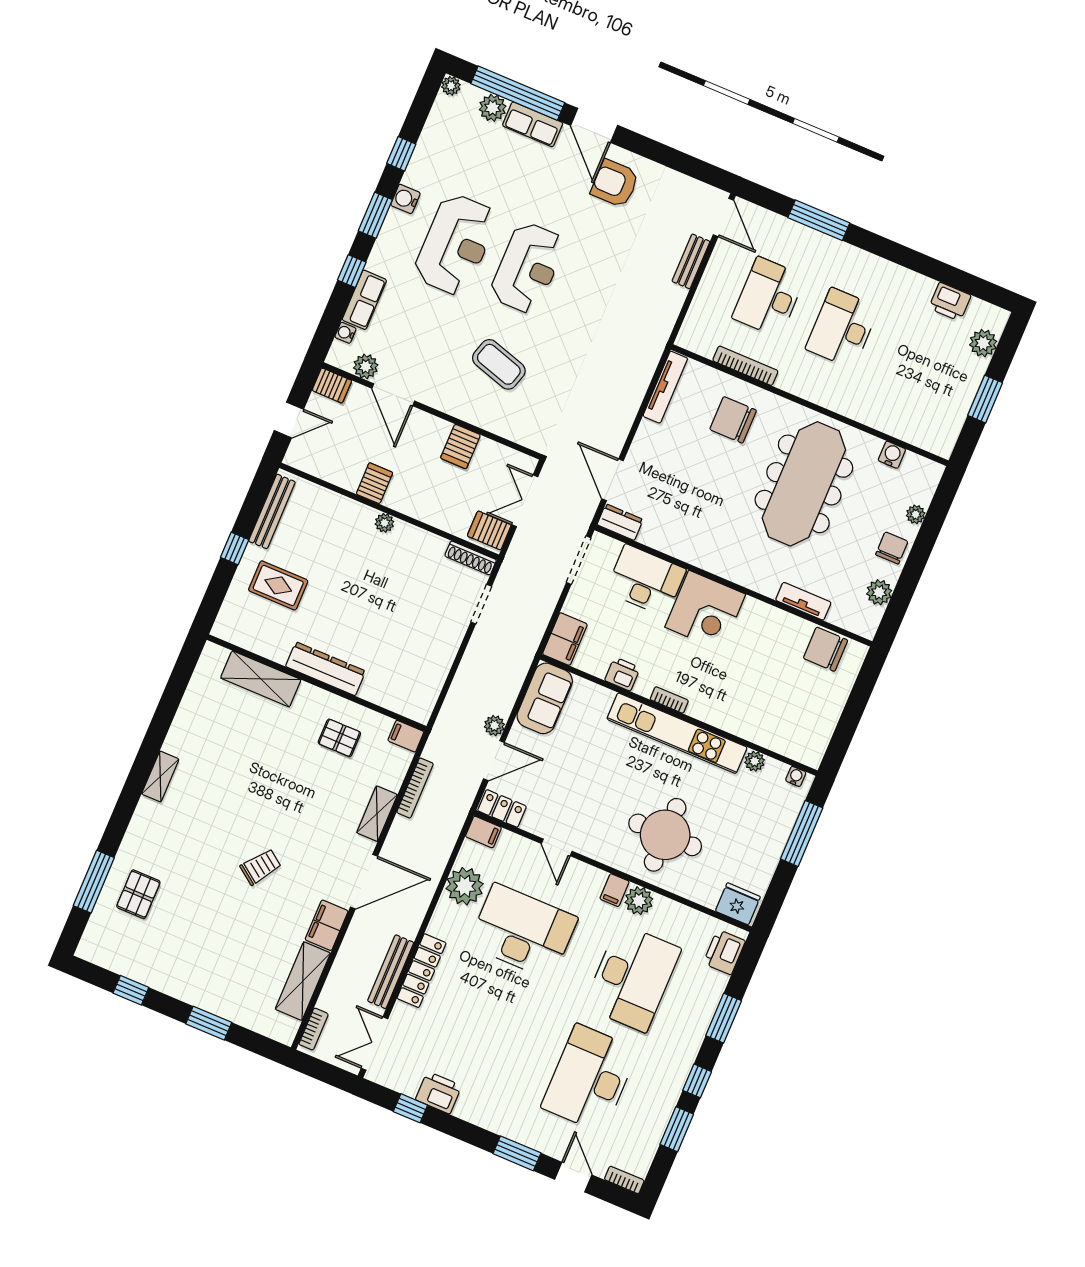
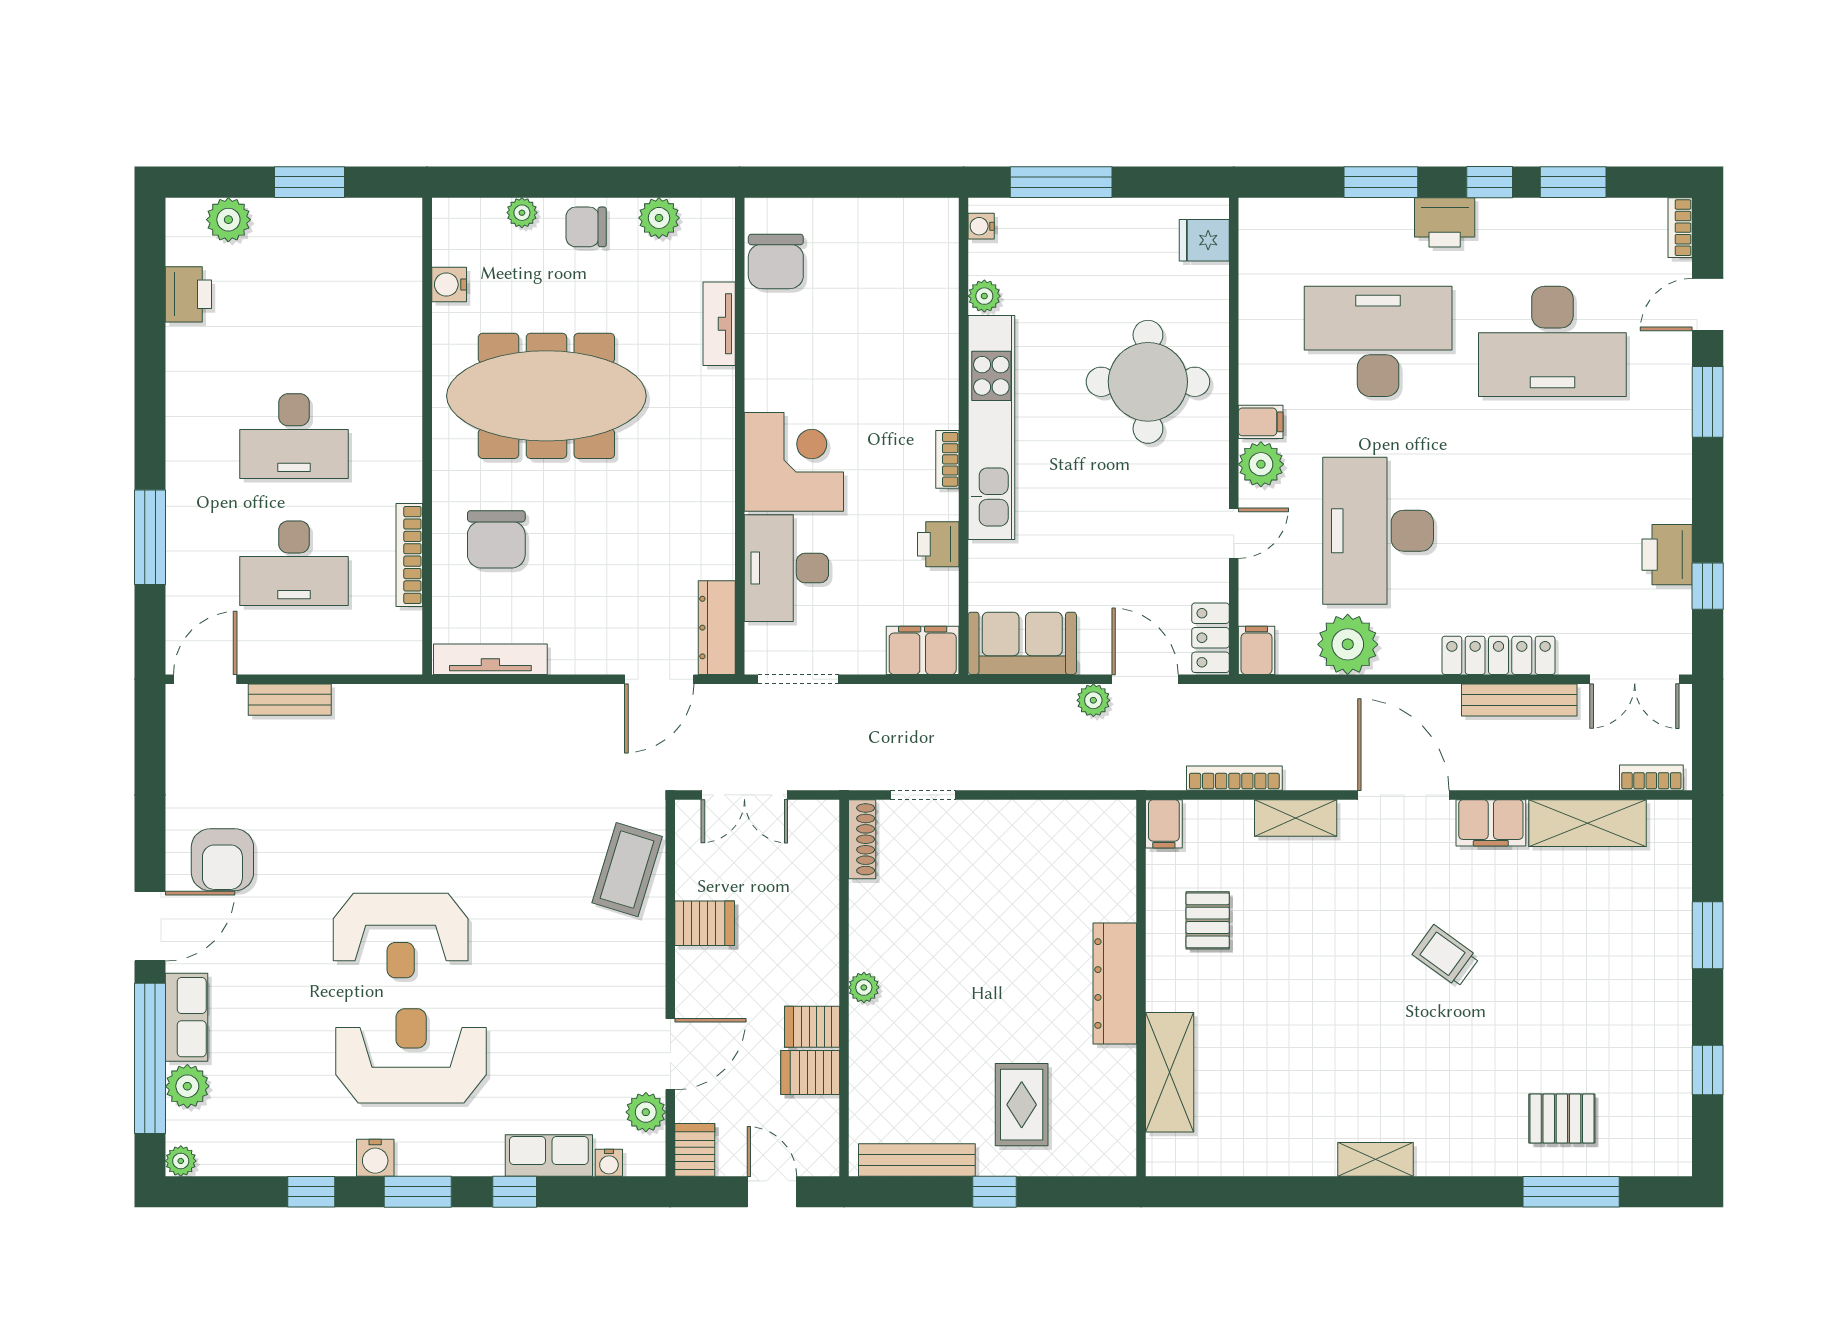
reception desk: (528, 268) -> (401, 936), turned 180
coffee table: (499, 364) -> (627, 870), moved
dresser: (620, 522) -> (717, 628), width x1.44
server rack: (489, 530) -> (810, 1072), moved, turned 90
plant: (639, 901) -> (1261, 464), moved
fridge: (738, 904) -> (1204, 240), width x0.72
printer: (724, 952) -> (1445, 222), moved

